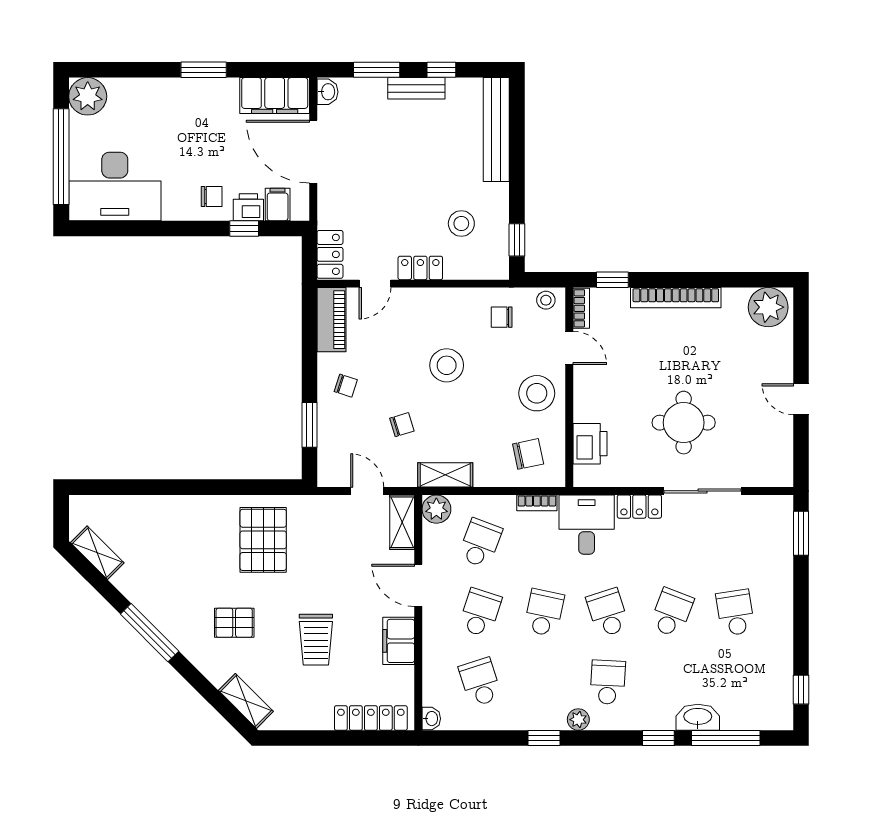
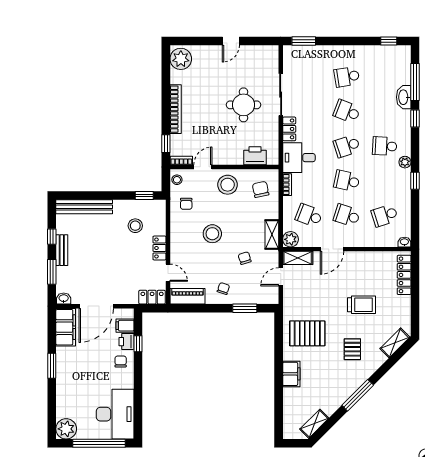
filing cabinet: (399, 641) -> (291, 374), moved, turned -90

